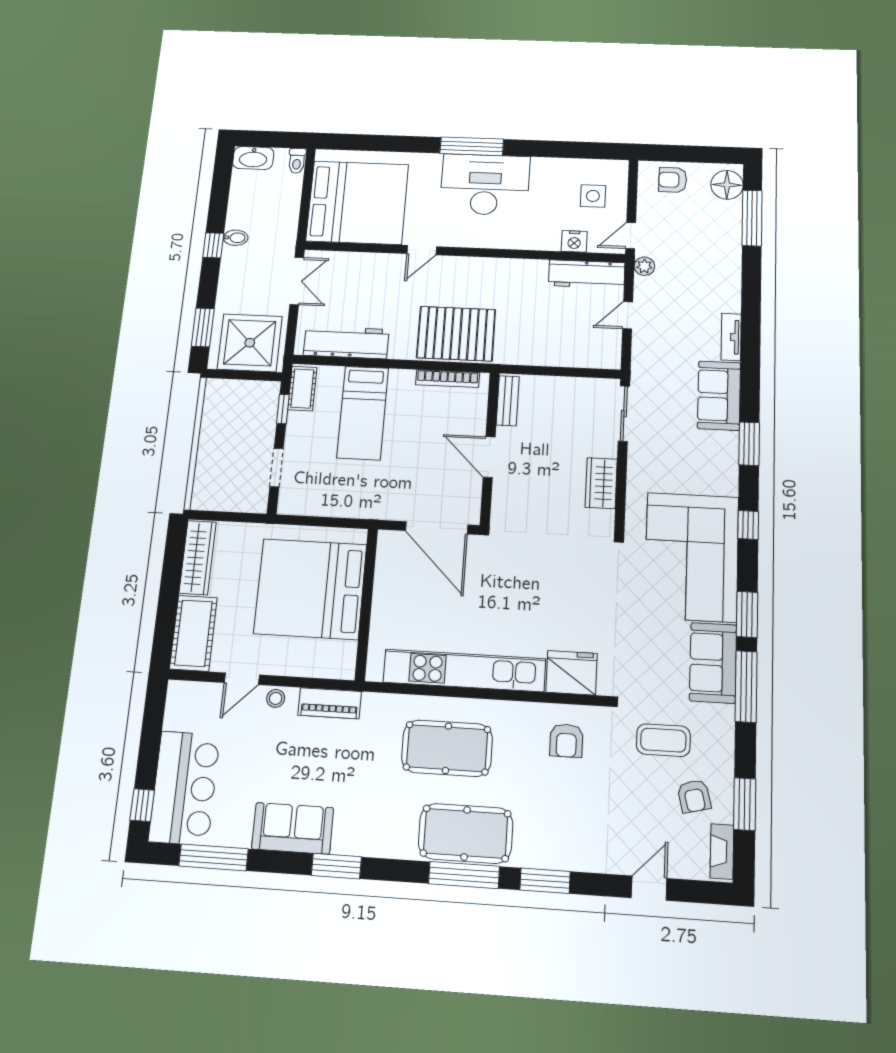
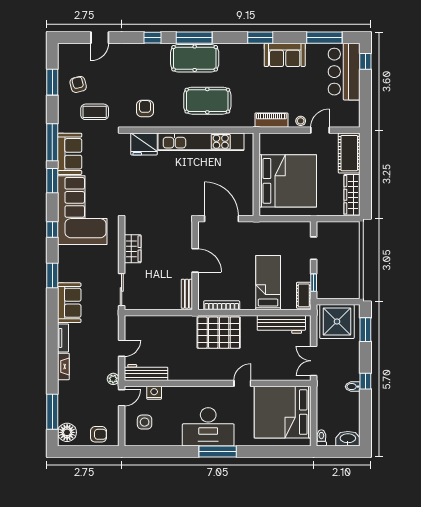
fireplace: (722, 852) -> (63, 366), moved
window: (545, 881) -> (153, 38), width x0.67

